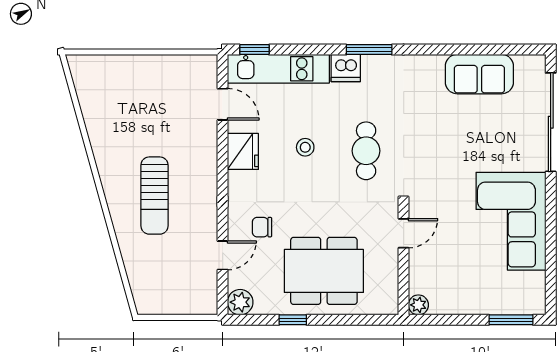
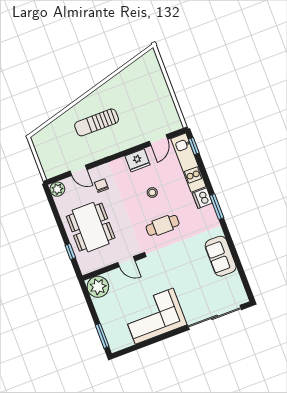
sofa: (479, 74) -> (221, 256), moved
plant: (418, 305) -> (98, 287), width x1.87, depth x1.87
window: (293, 320) -> (70, 251), moved

